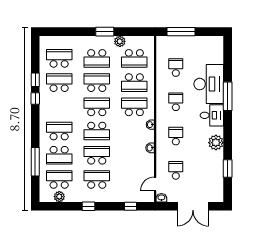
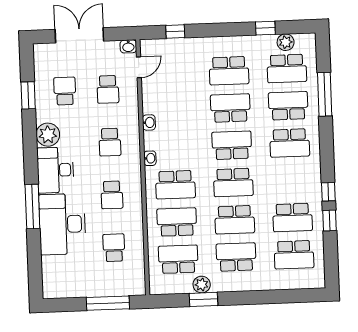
window: (105, 32) -> (203, 299), moved
school desk: (176, 67) -> (114, 248), turned 180
desk: (212, 115) -> (55, 170), width x1.37
school desk: (97, 155) -> (230, 108), turned 180
school desk: (204, 170) -> (65, 91), added
window: (89, 206) -> (265, 28), moved

